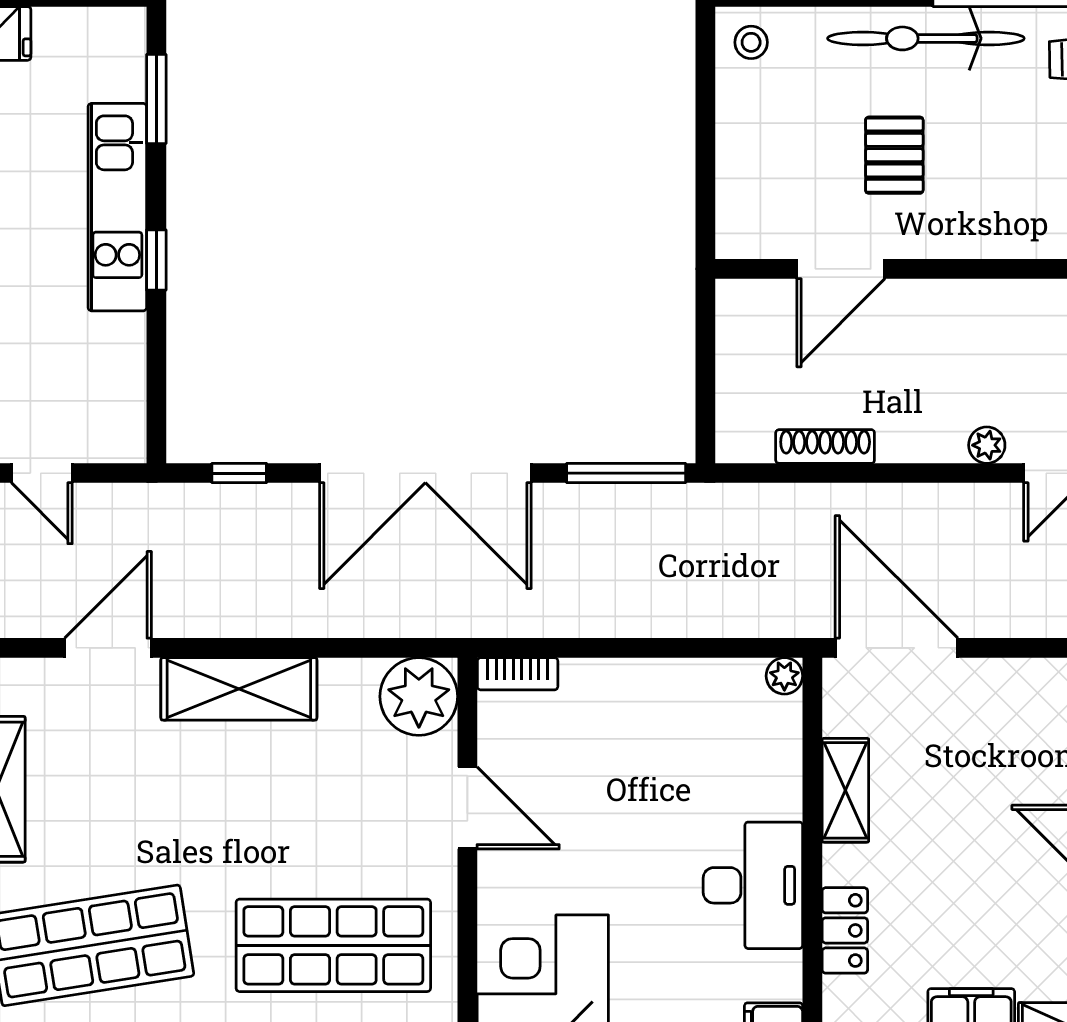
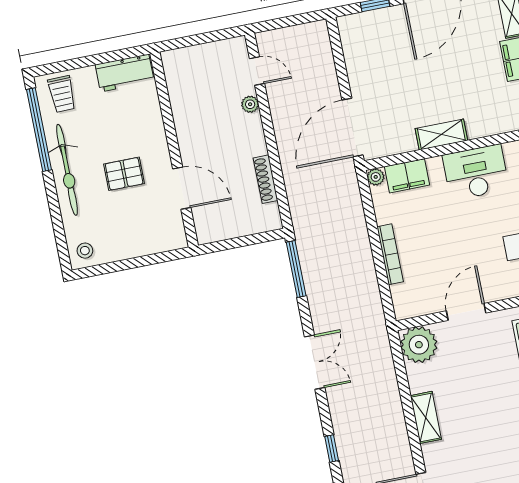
double door: (425, 473) -> (315, 362), width x0.54
bookcase: (518, 674) -> (390, 254), moved, width x1.56
shelving: (239, 689) -> (426, 417), width x0.67, depth x0.75
filing cabinet: (774, 741) -> (407, 176), added
shelving: (845, 790) -> (441, 135), moved
locker: (845, 930) -> (488, 126), removed

